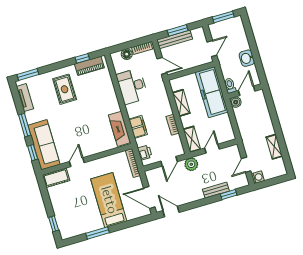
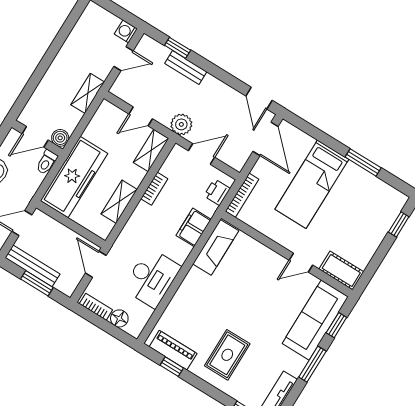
bench: (175, 39) -> (32, 266), moved
shelving: (274, 147) -> (88, 93), moved

